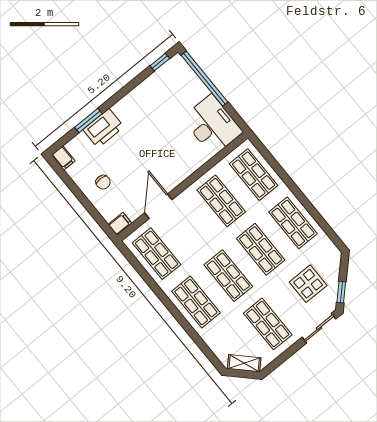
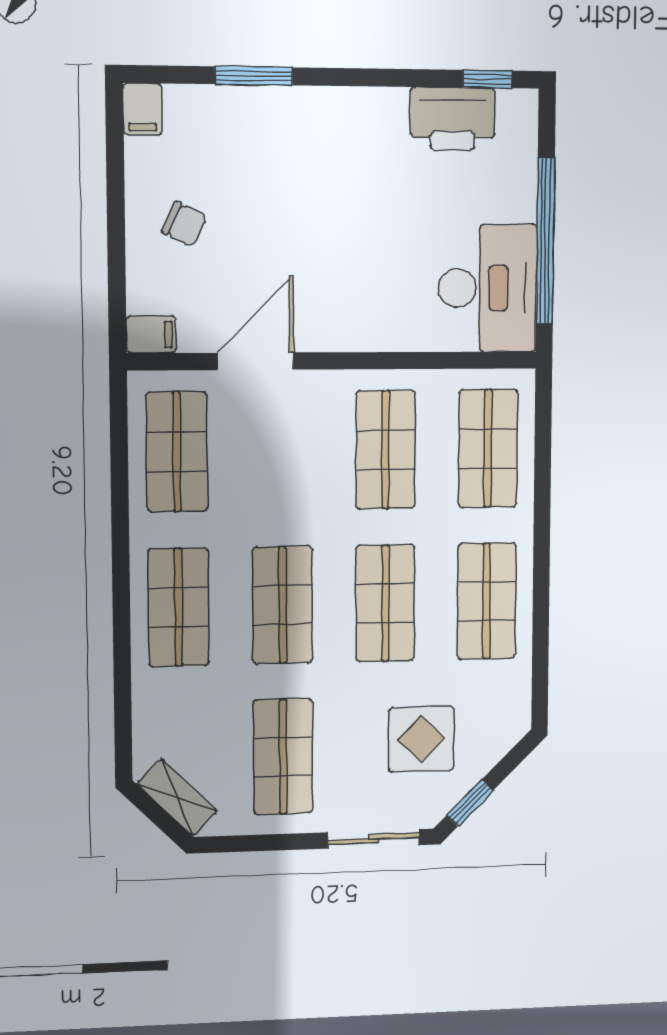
window: (204, 79) -> (545, 241), moved
printer: (103, 128) -> (453, 119), moved
chair: (103, 182) -> (184, 224), turned -64

